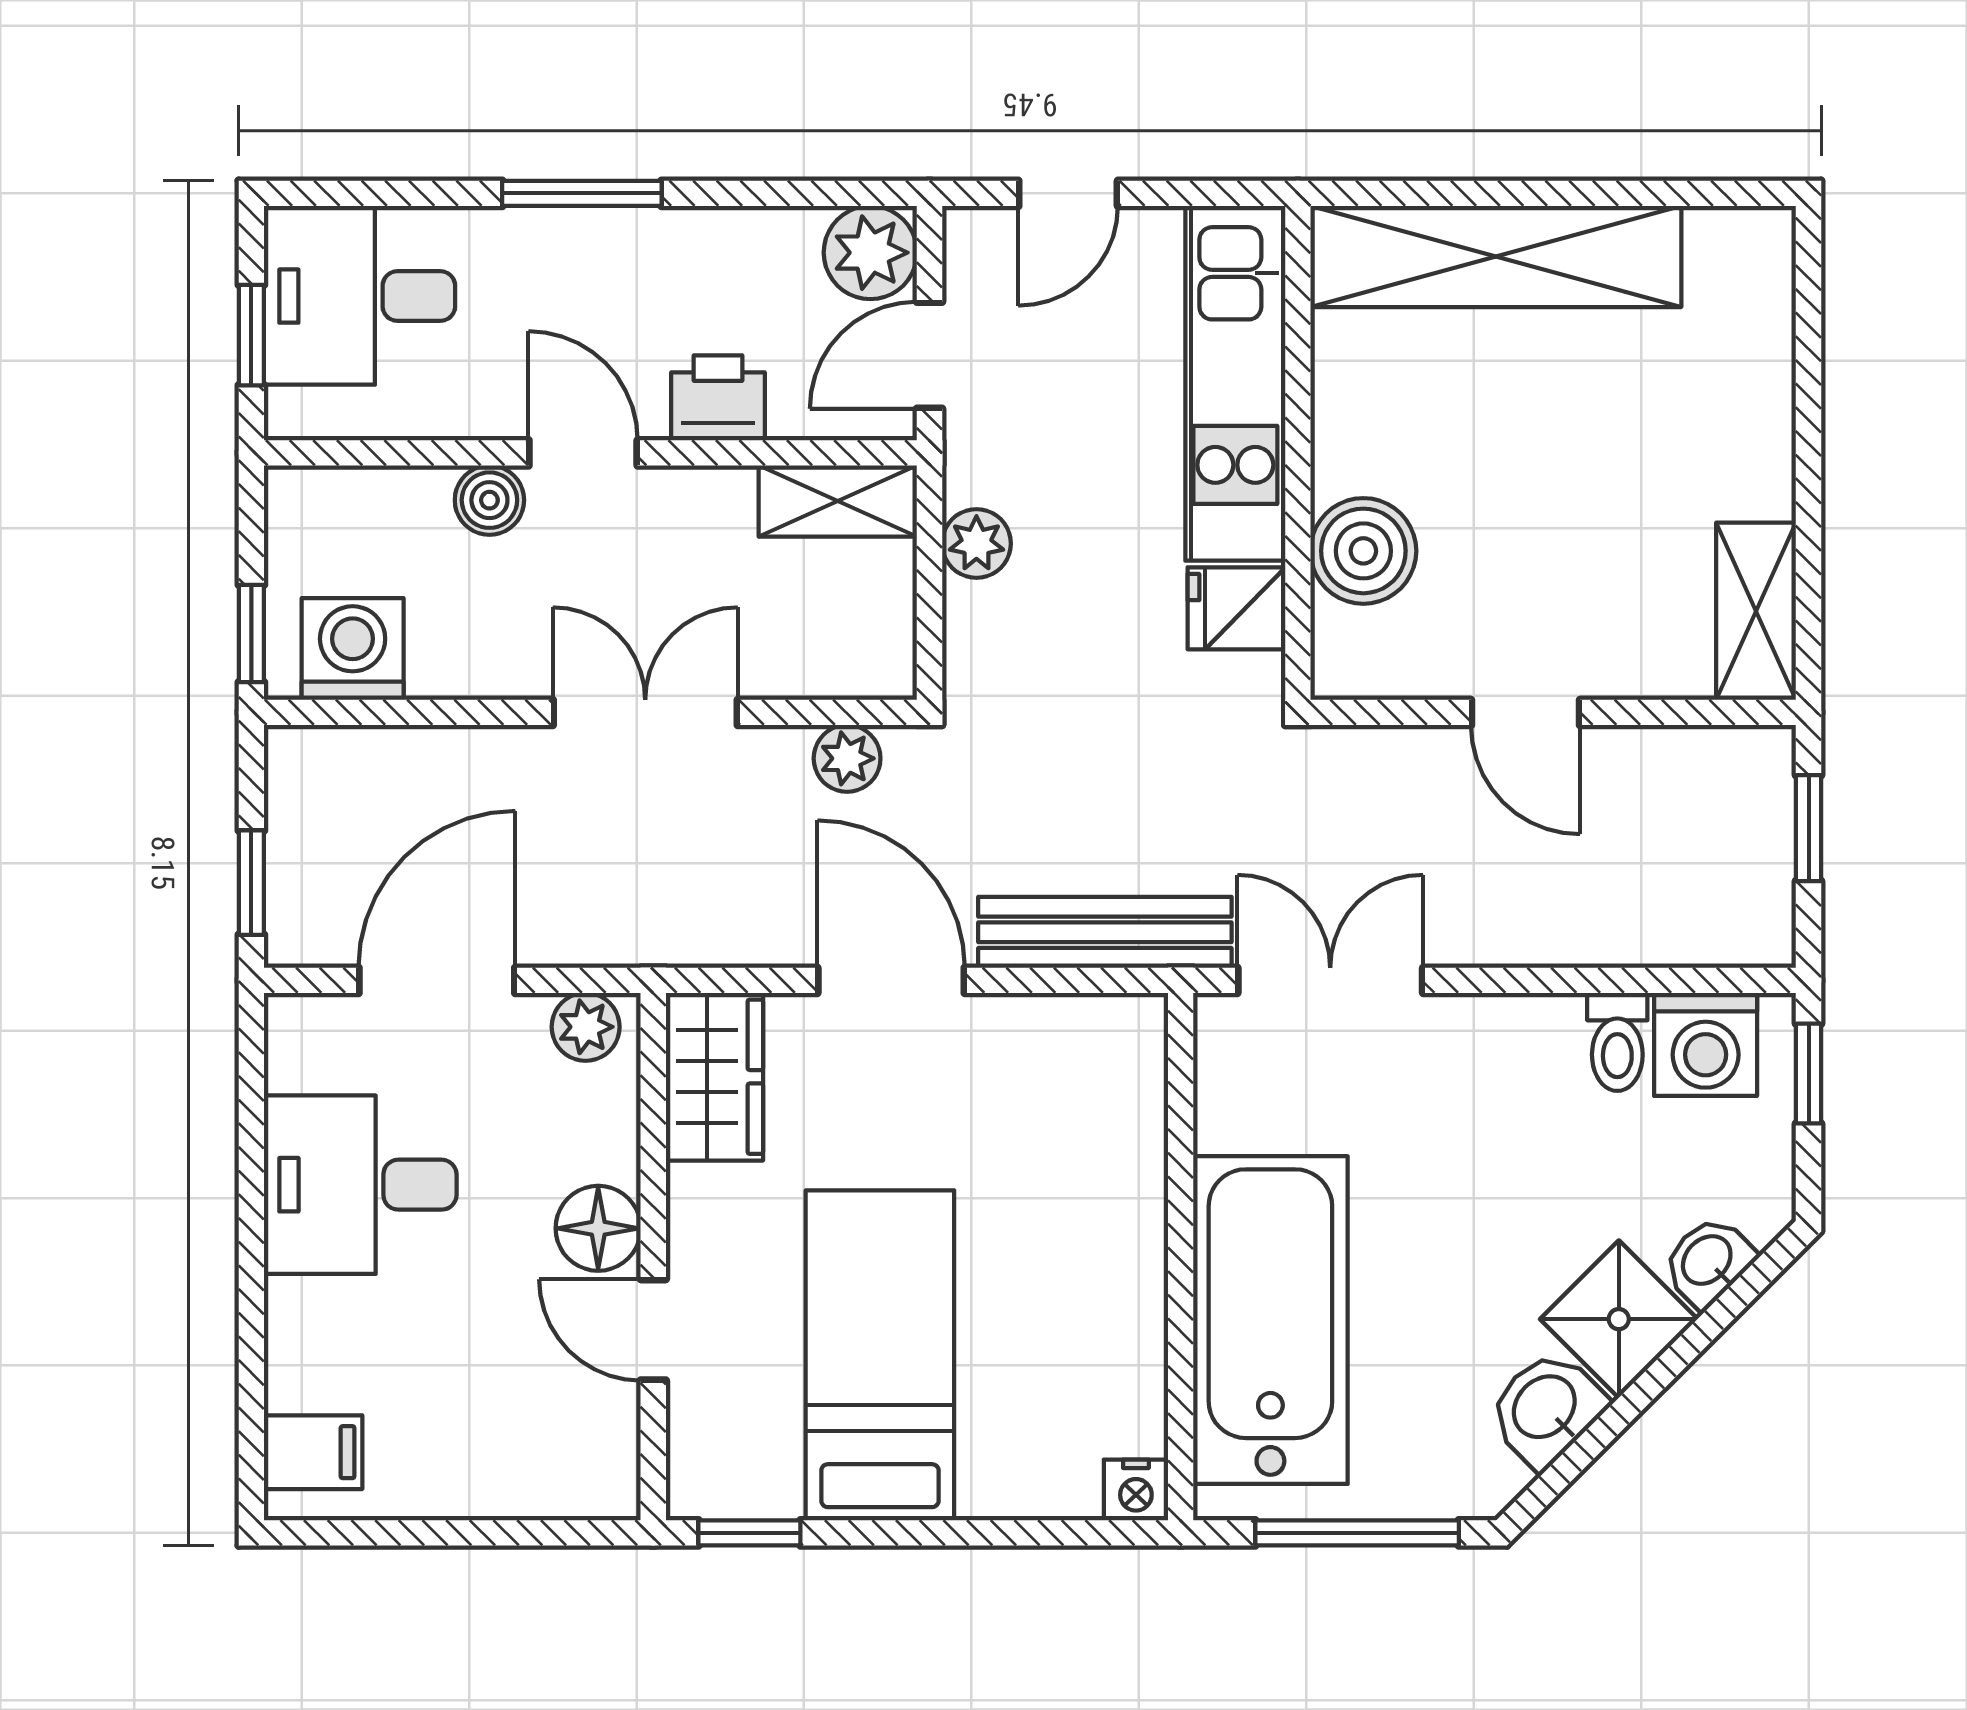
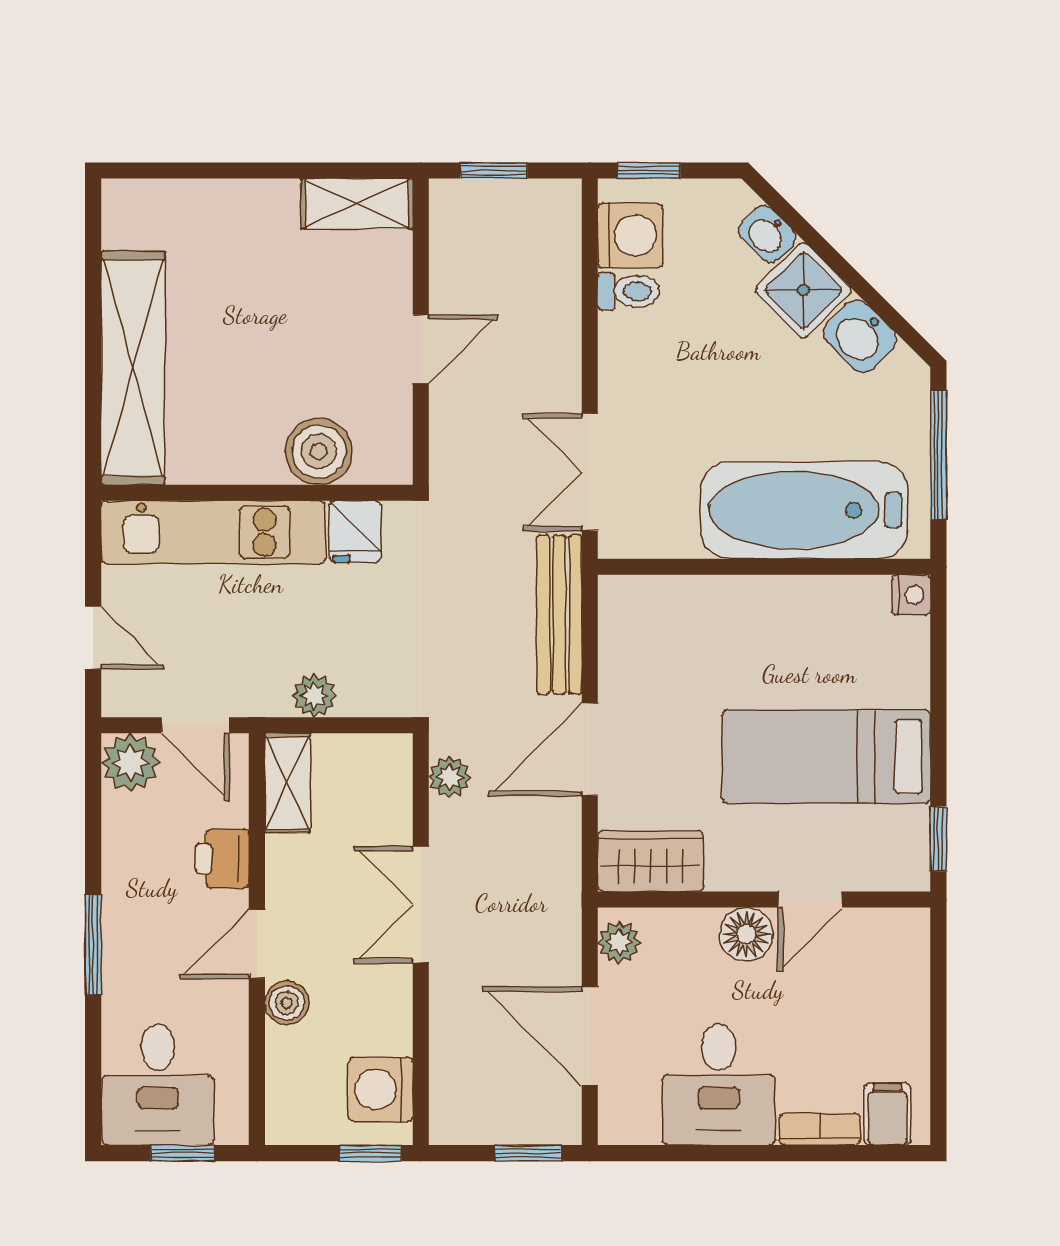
bookcase: (290, 1345) -> (820, 1129), added

